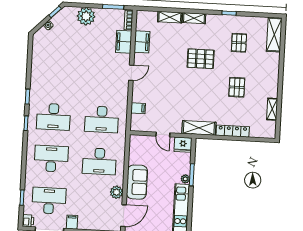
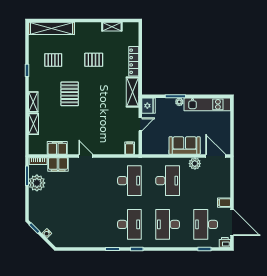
plant: (86, 16) -> (37, 183), moved
shelving: (274, 35) -> (52, 28), width x1.47
filing cabinet: (138, 108) -> (130, 148), moved

